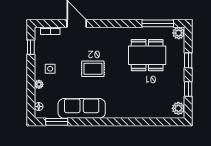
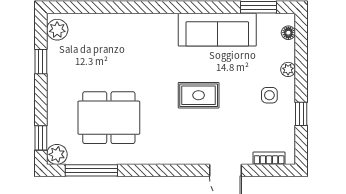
window: (31, 47) -> (301, 114), moved
window: (188, 60) -> (41, 138), moved

